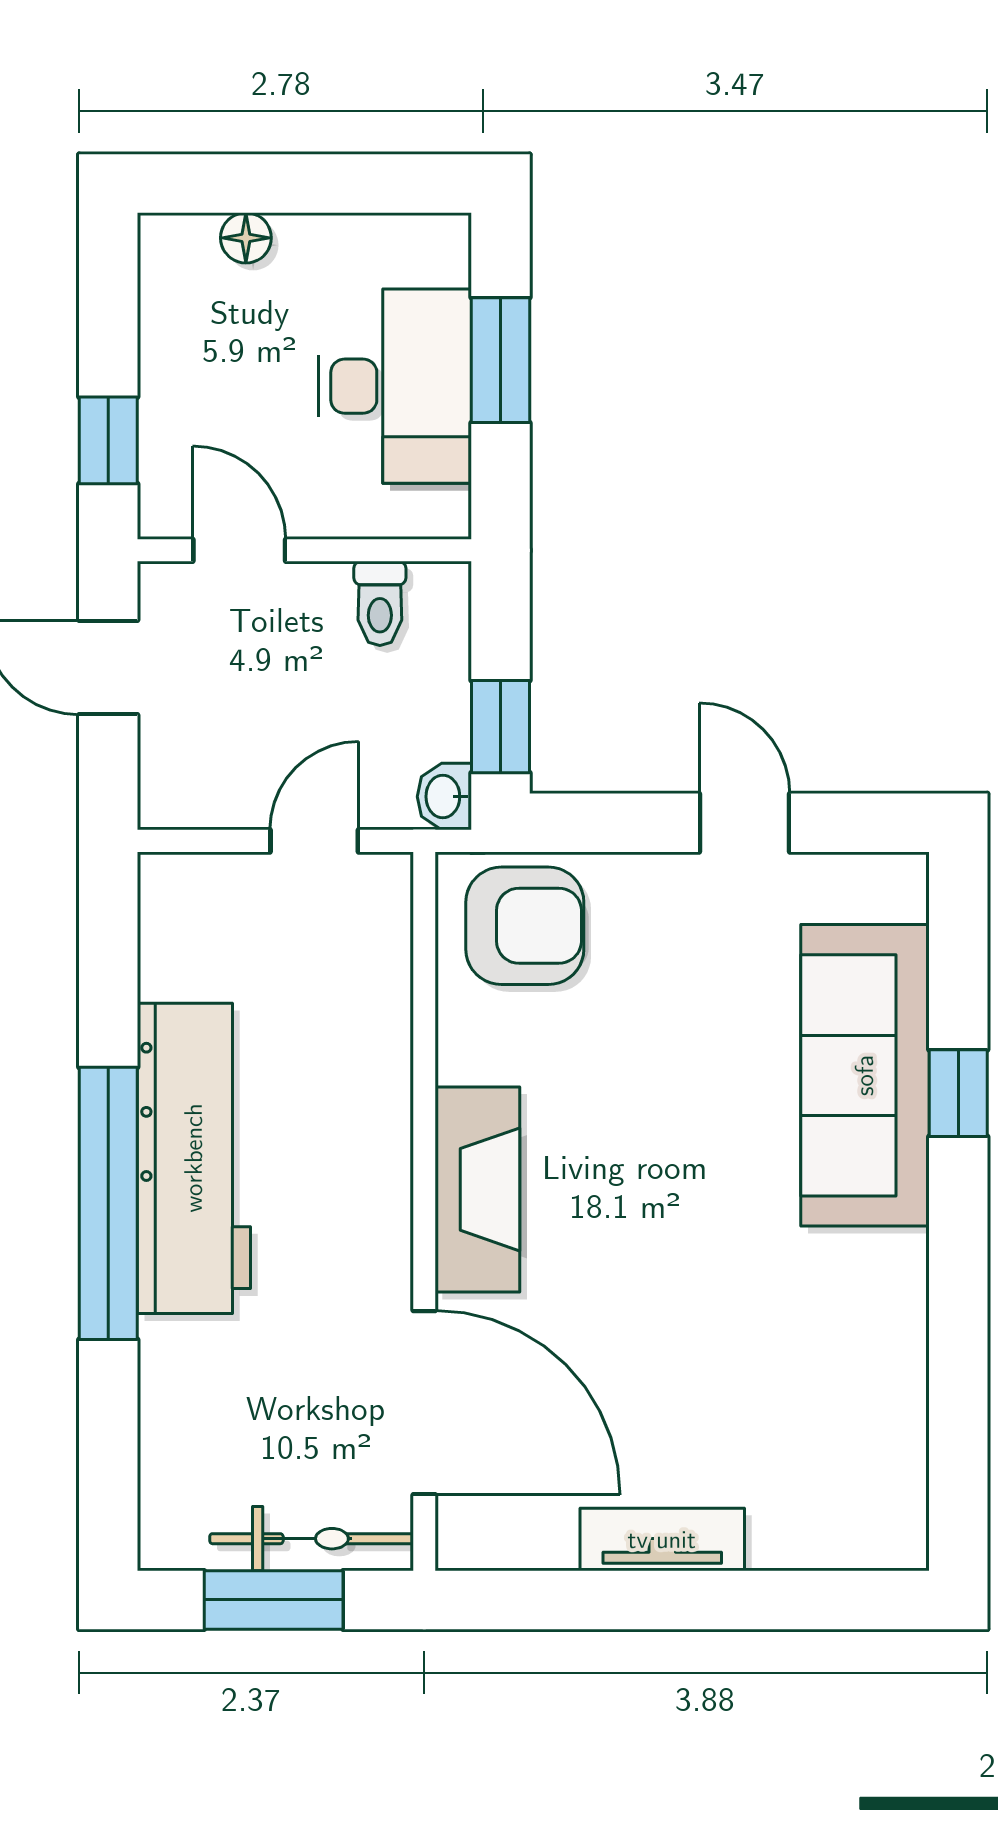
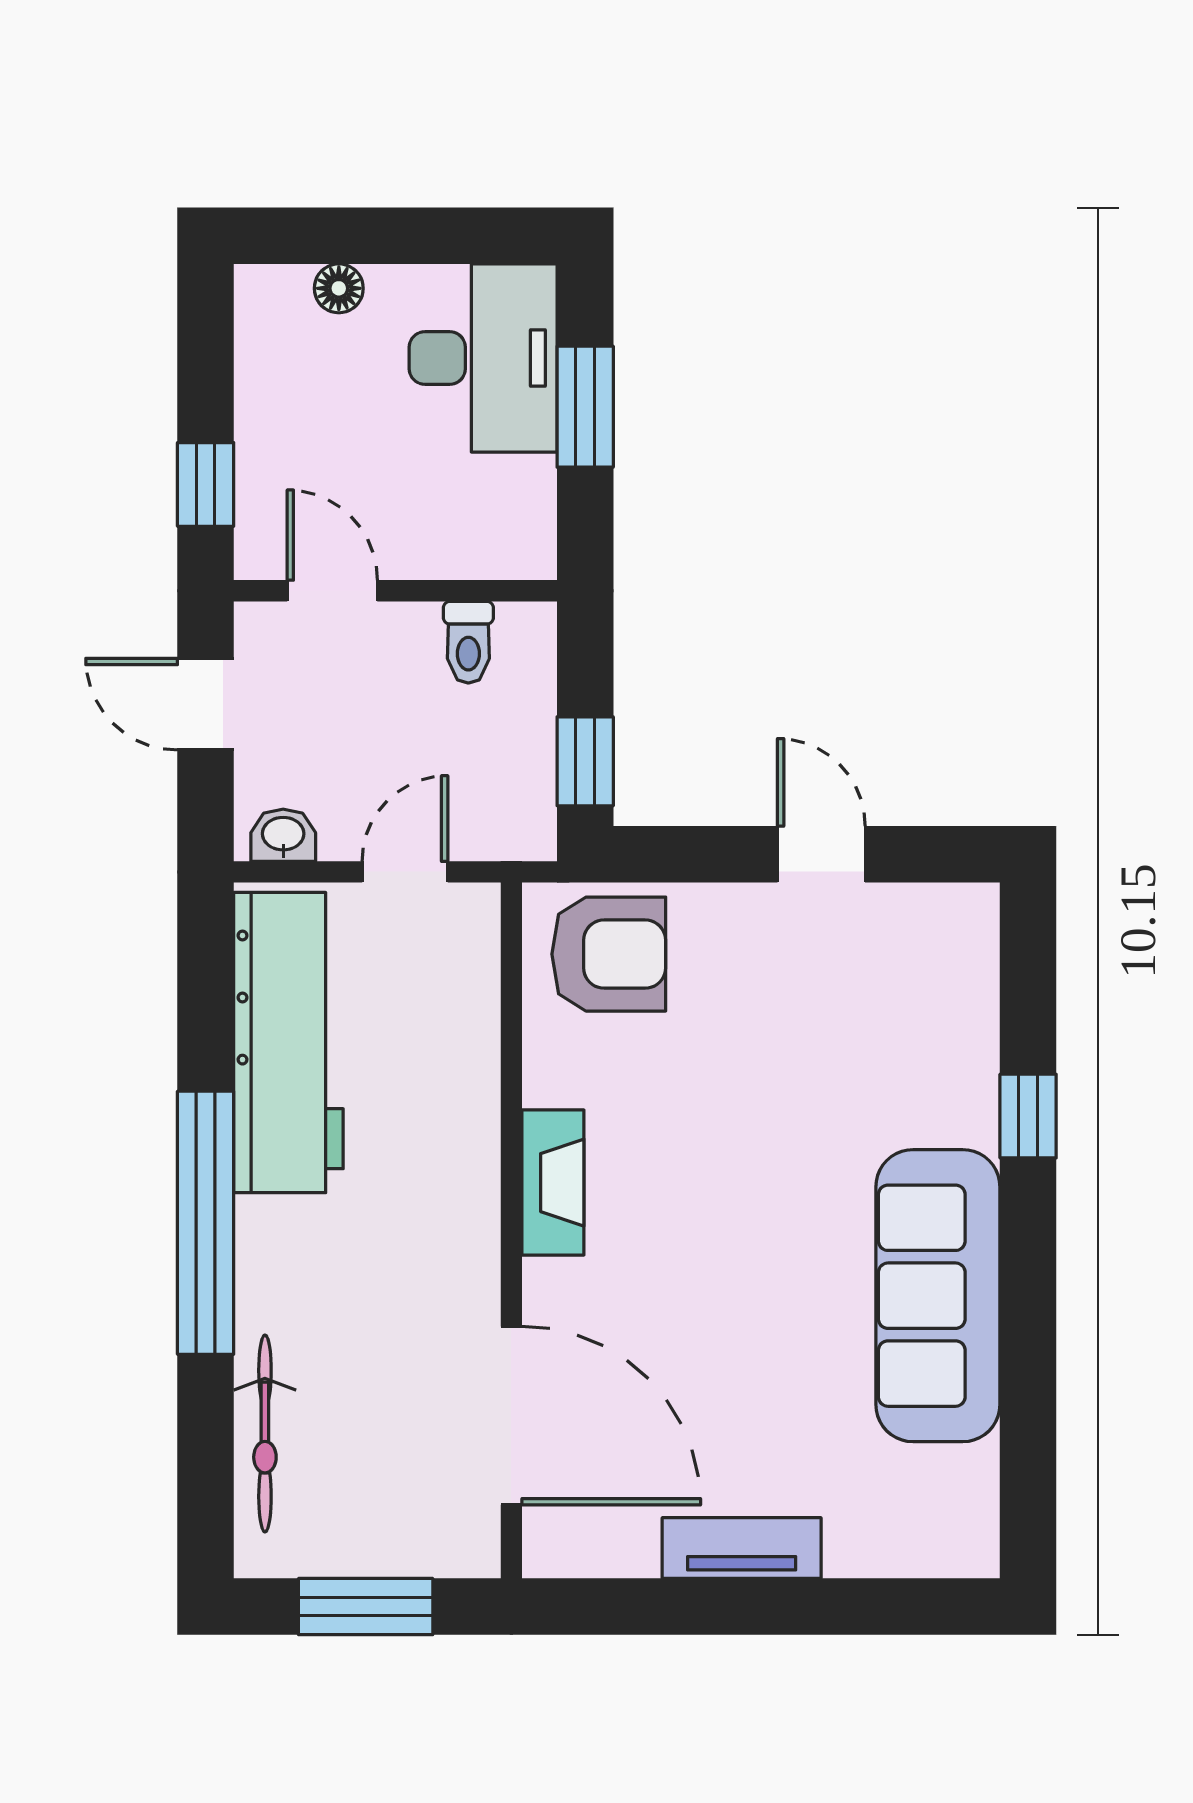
desk: (395, 386) -> (483, 358), moved
washbasin: (444, 797) -> (283, 835), moved, turned 90
sofa: (865, 1075) -> (938, 1296), moved
workbench: (194, 1158) -> (288, 1043), moved
fireplace: (477, 1189) -> (553, 1183), width x0.73, depth x0.76
bicycle: (312, 1539) -> (265, 1433), moved, turned 90

